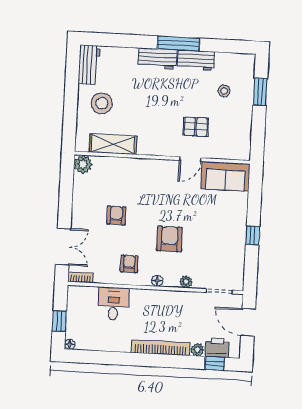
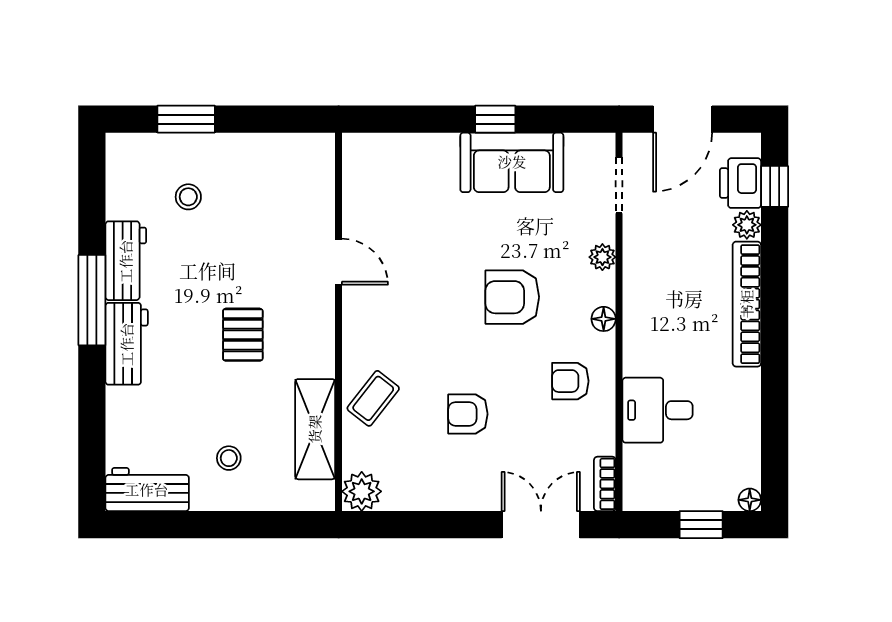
stool: (102, 103) -> (229, 458), width x0.53, depth x0.53
pallet: (196, 127) -> (243, 335), moved
coffee table: (126, 172) -> (373, 398), added
sofa: (225, 176) -> (512, 162), moved, turned 90

